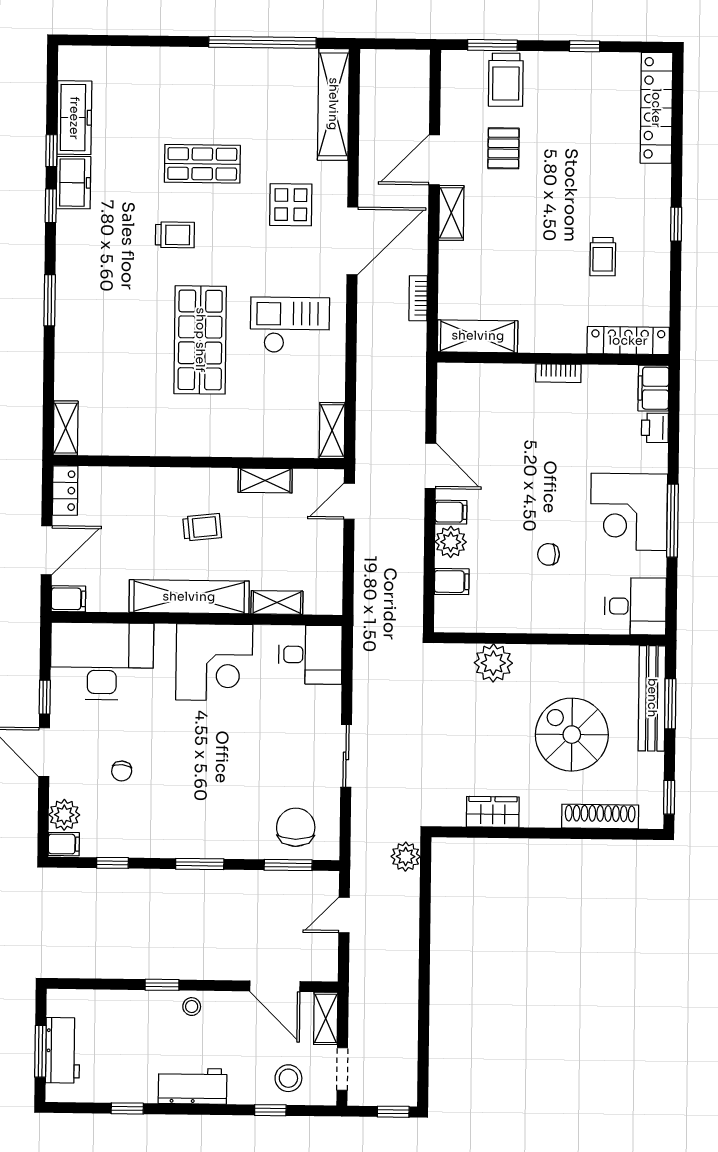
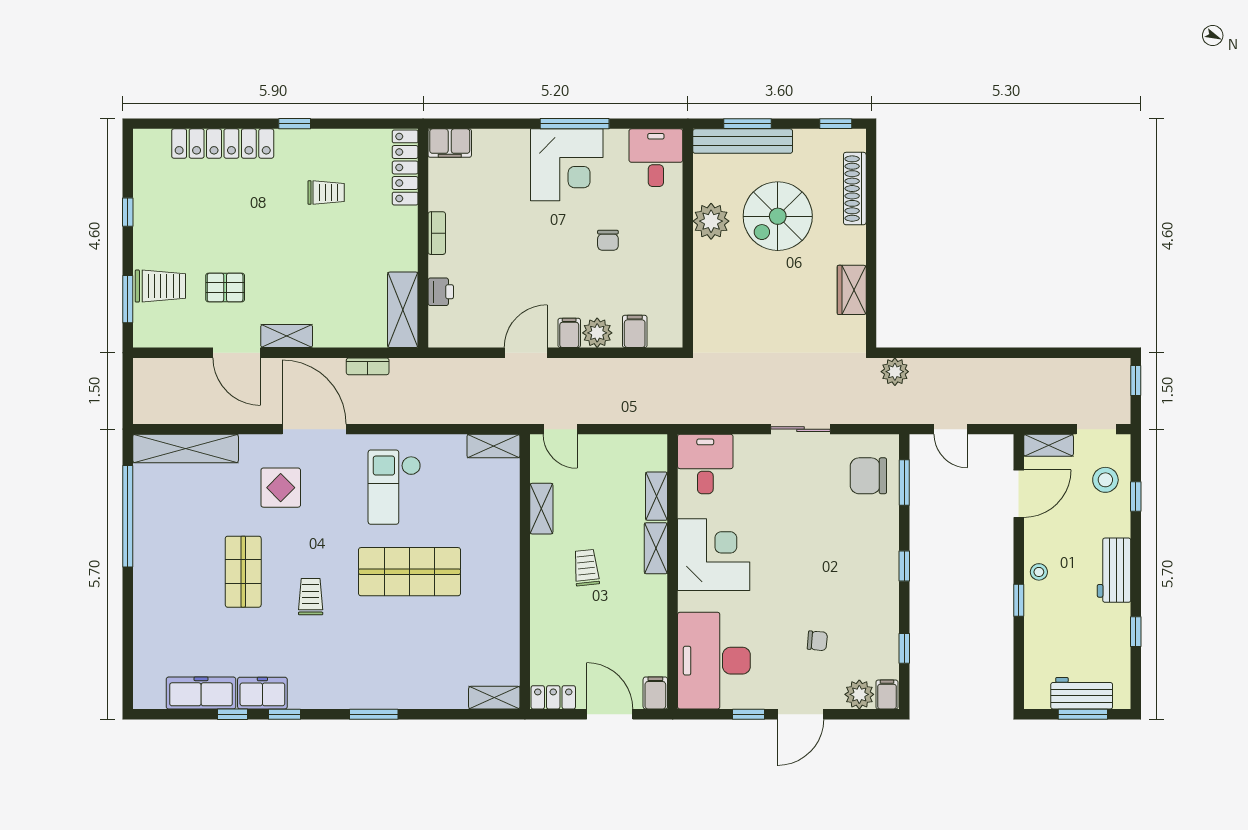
locker: (656, 108) -> (223, 144), moved
printer: (655, 428) -> (441, 292), moved, turned -90
shelving: (189, 597) -> (656, 548), width x0.45, depth x0.75
plant: (493, 663) -> (711, 221), moved
window: (200, 864) -> (904, 566), width x0.67

